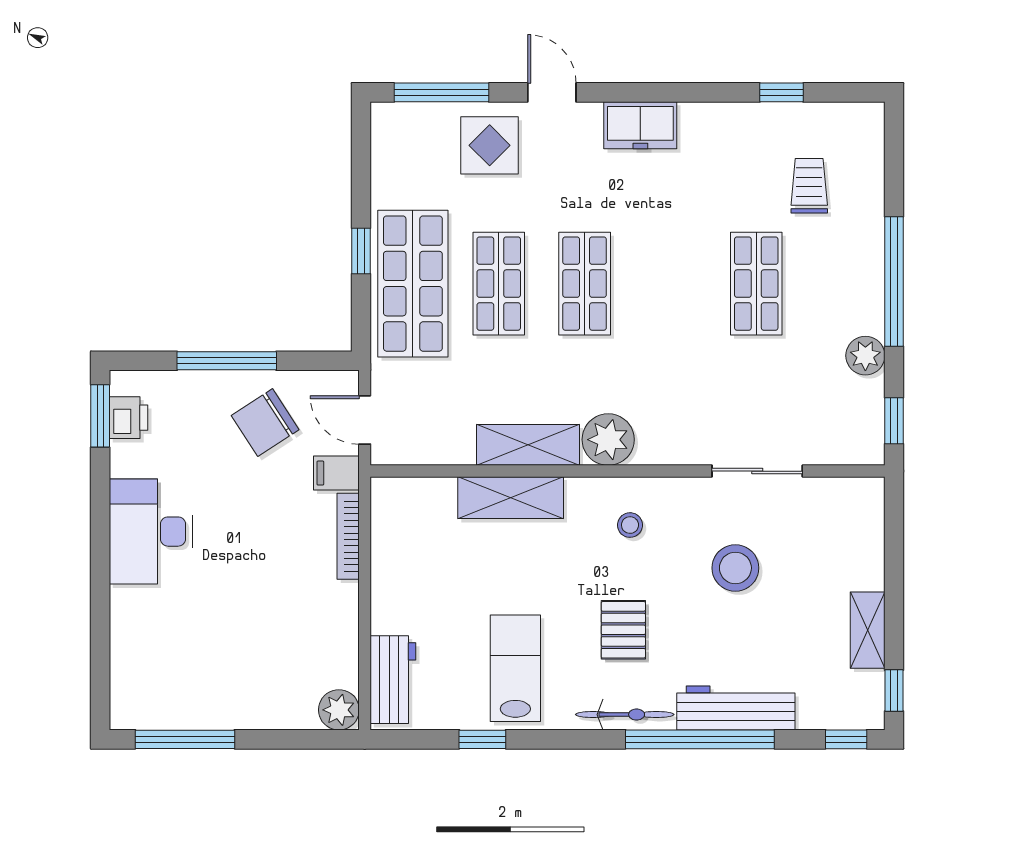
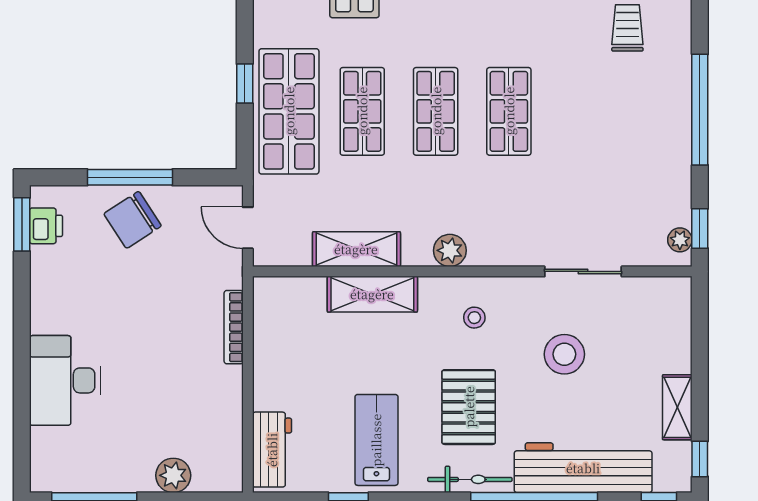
shop shelf: (756, 284) -> (509, 111), moved
plant: (865, 356) -> (680, 240), moved, width x0.73, depth x0.73
chair: (265, 423) -> (133, 220), moved
plant: (608, 440) -> (450, 250), width x0.73, depth x0.73
shelving: (528, 445) -> (356, 249), moved
filing cabinet: (336, 473) -> (224, 273), removed
desk: (151, 532) -> (65, 380), moved
pallet: (623, 630) -> (469, 407), width x1.50, depth x1.42
workbench: (736, 708) -> (583, 468), width x1.36, depth x1.32
plant: (339, 710) -> (173, 475), moved

